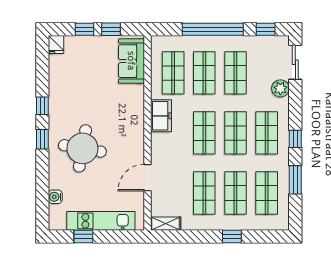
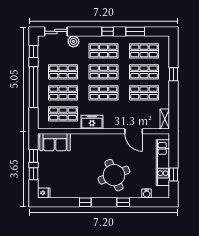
window: (42, 139) -> (123, 202), moved
round table: (82, 148) -> (114, 175), turned -32

